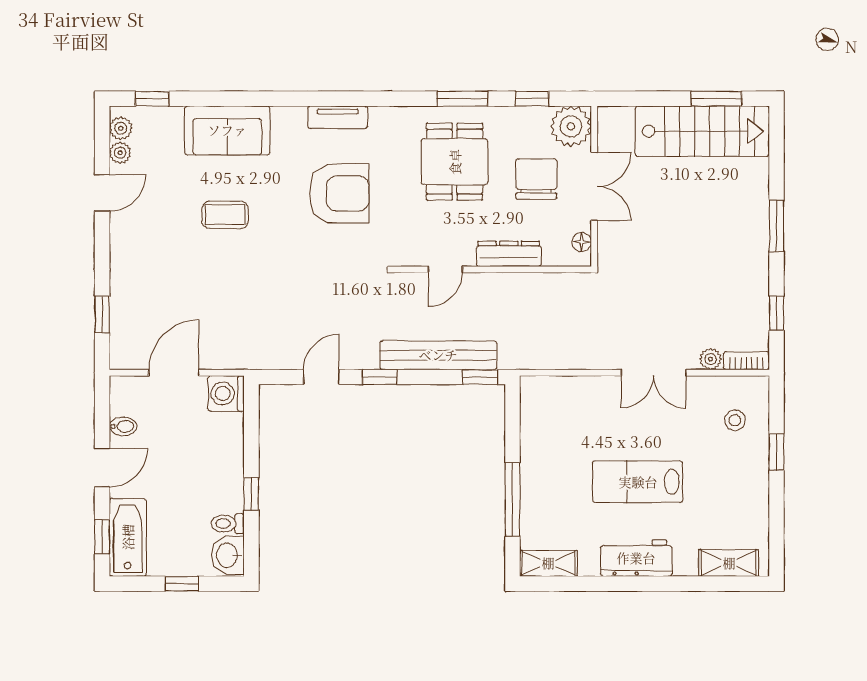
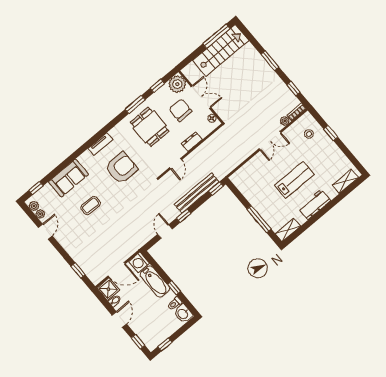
window: (716, 99) -> (216, 36), width x1.44
dresser: (509, 254) -> (192, 142), width x0.70
door: (174, 373) -> (117, 270), swing flipped
shower: (129, 395) -> (108, 289), added
lab bench: (638, 482) -> (294, 180), turned 180
bathtub: (128, 537) -> (155, 281), moved, turned 180
window: (182, 584) -> (165, 345), moved

